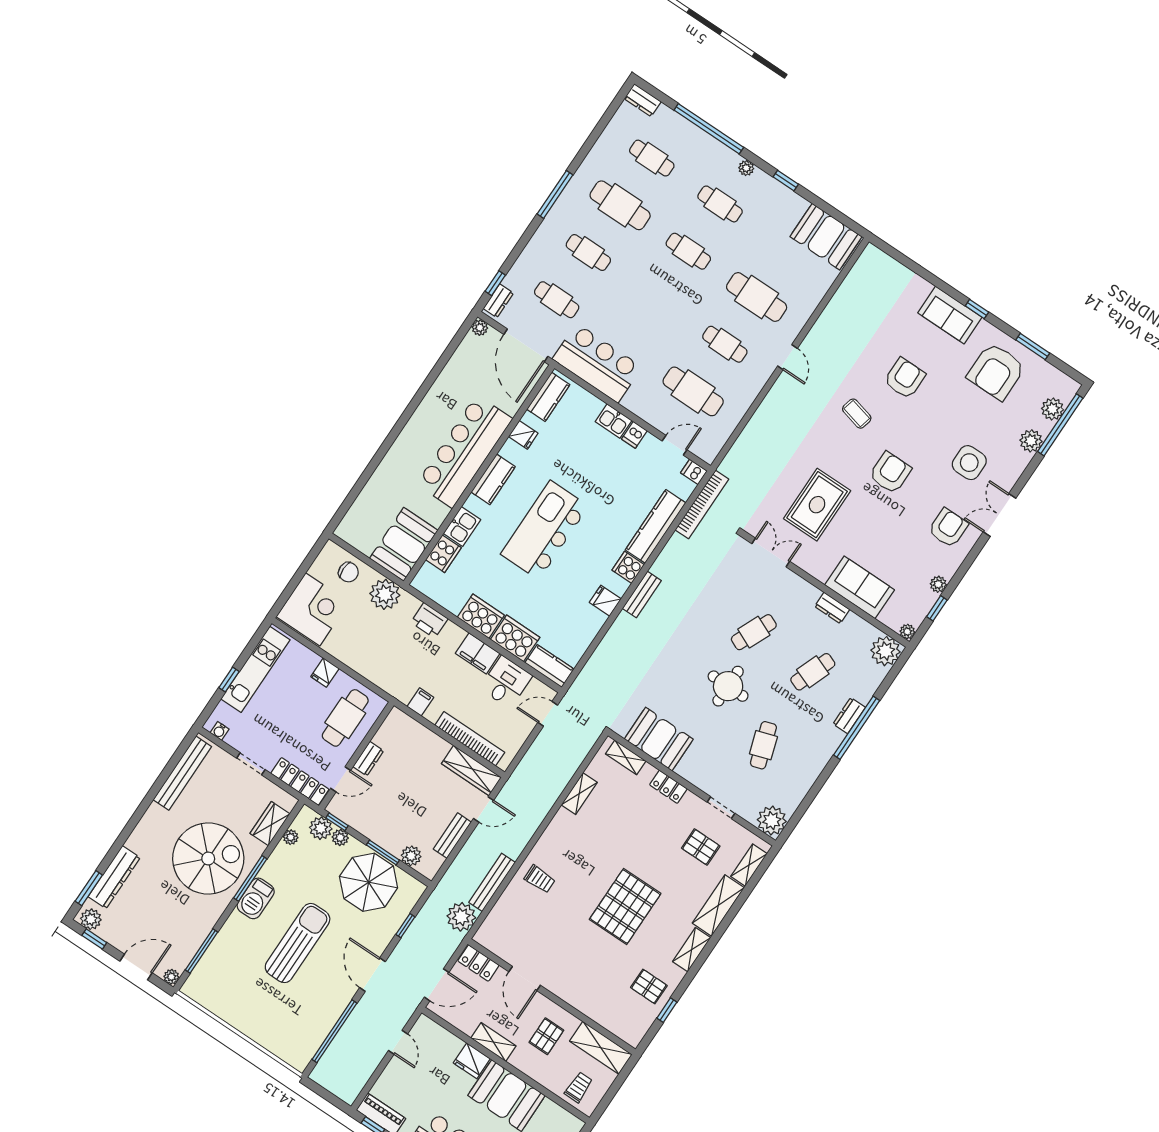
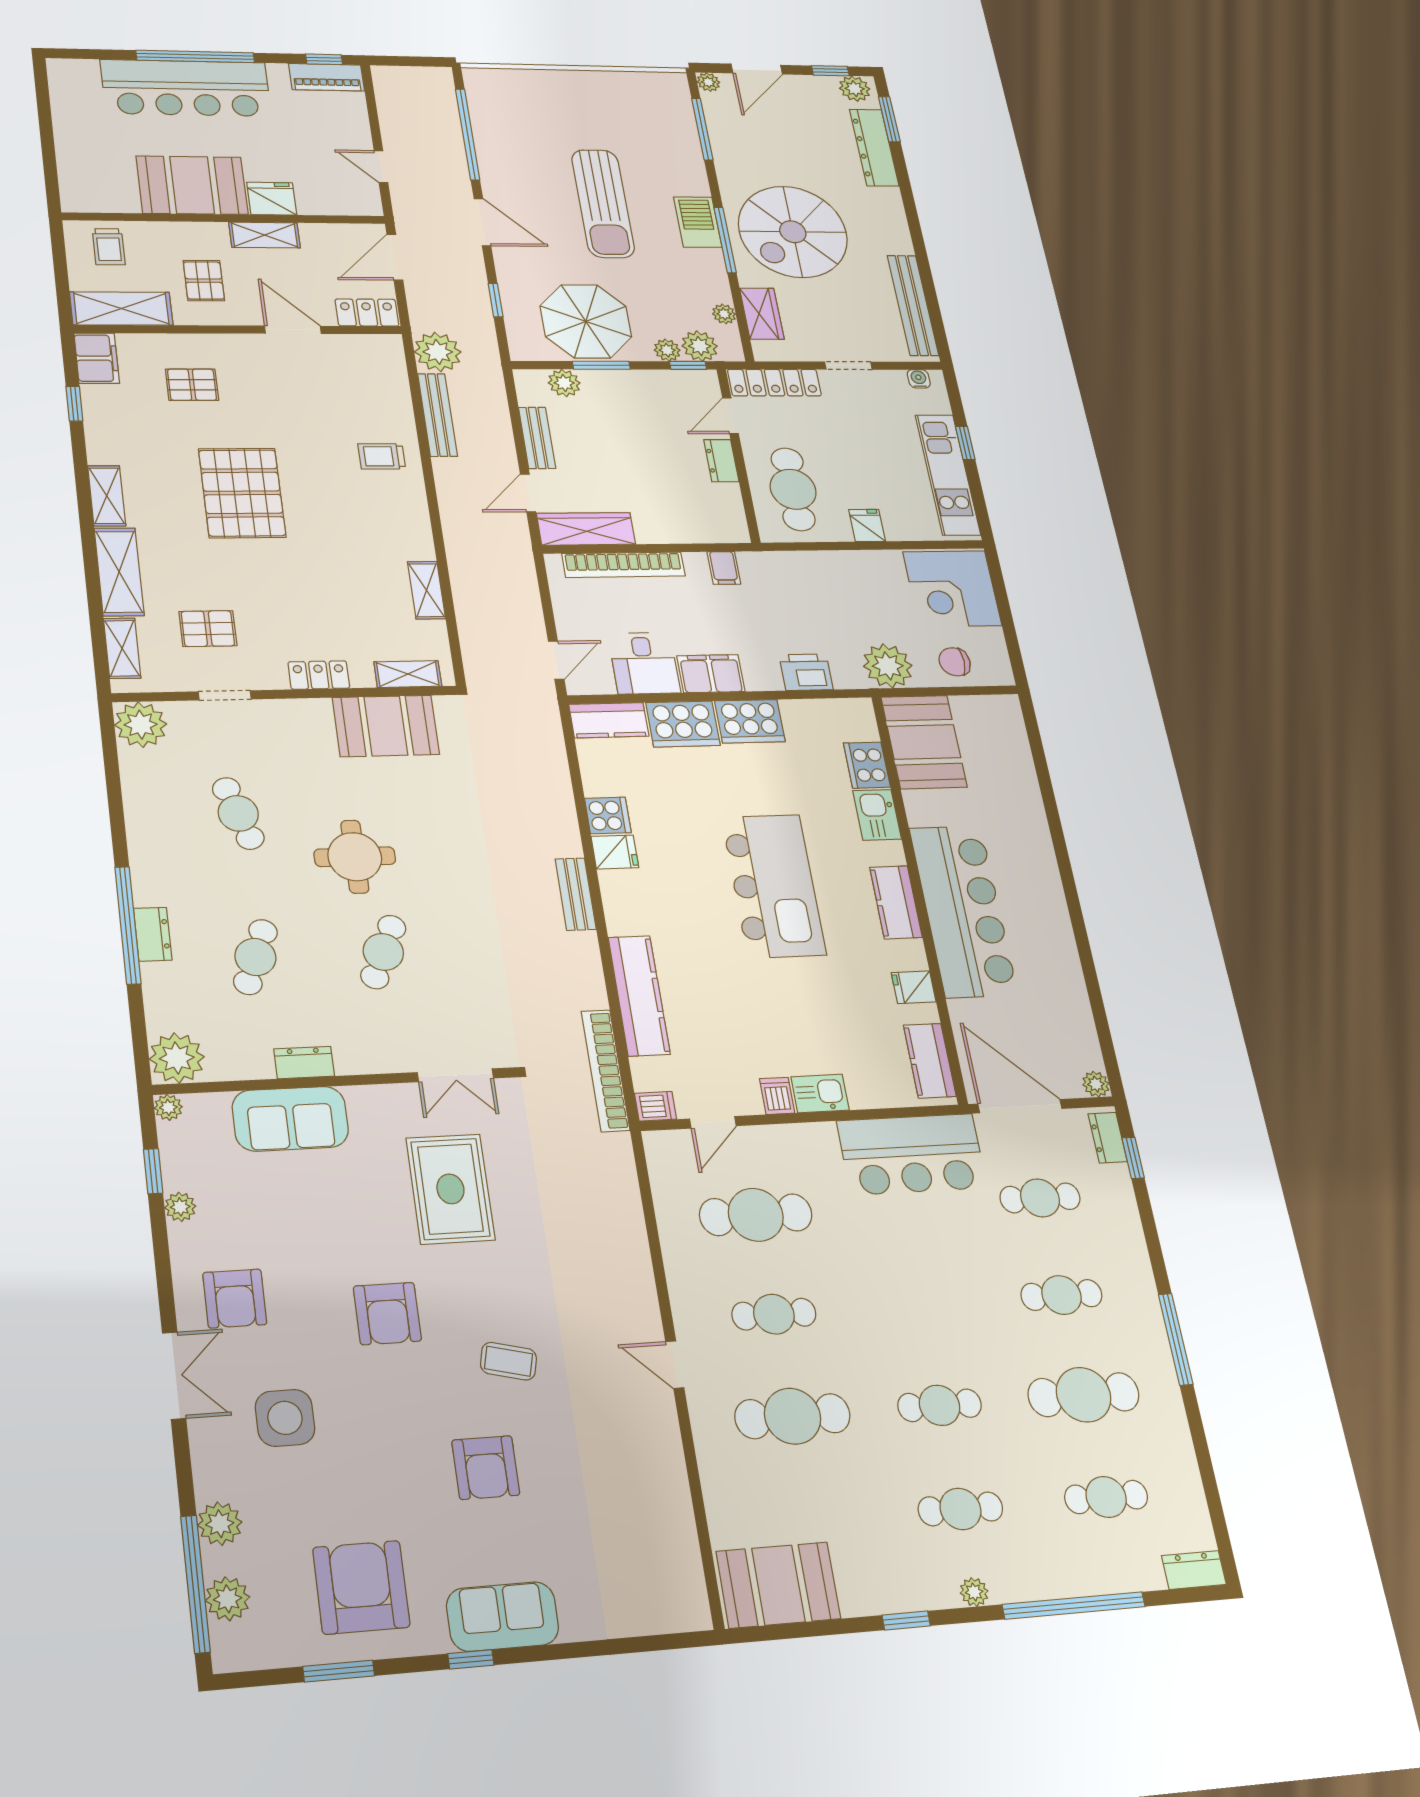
cooker: (628, 567) -> (608, 815), moved
pallet: (649, 987) -> (192, 385), moved
filing cabinet: (636, 1028) -> (97, 358), added

